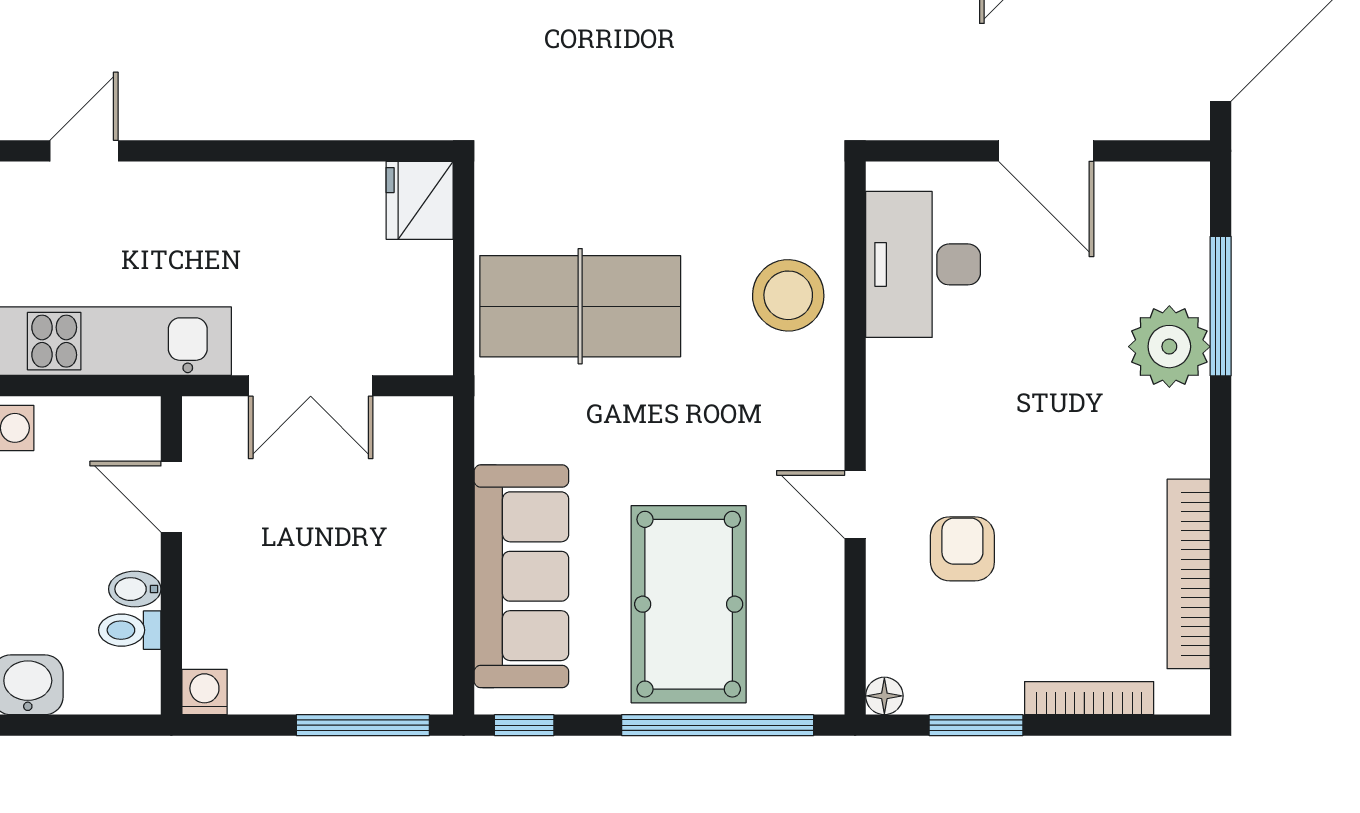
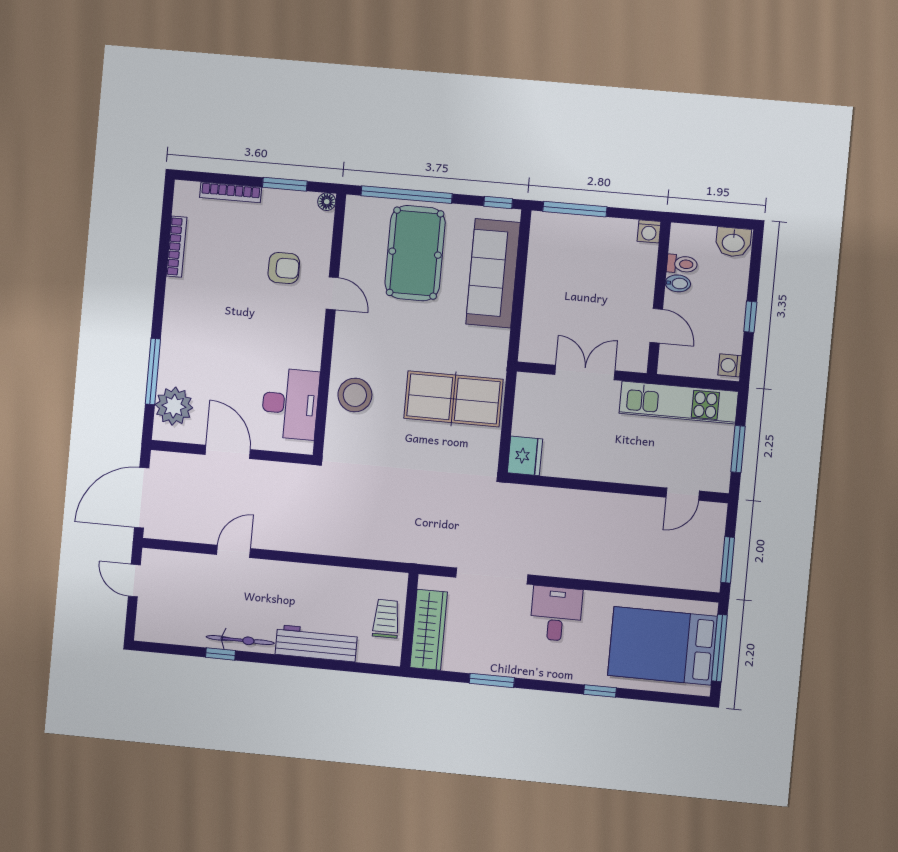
plant: (1169, 347) -> (174, 406), moved
armchair: (962, 549) -> (284, 268), turned -90
bookcase: (1189, 574) -> (177, 247), width x0.68, depth x0.76

